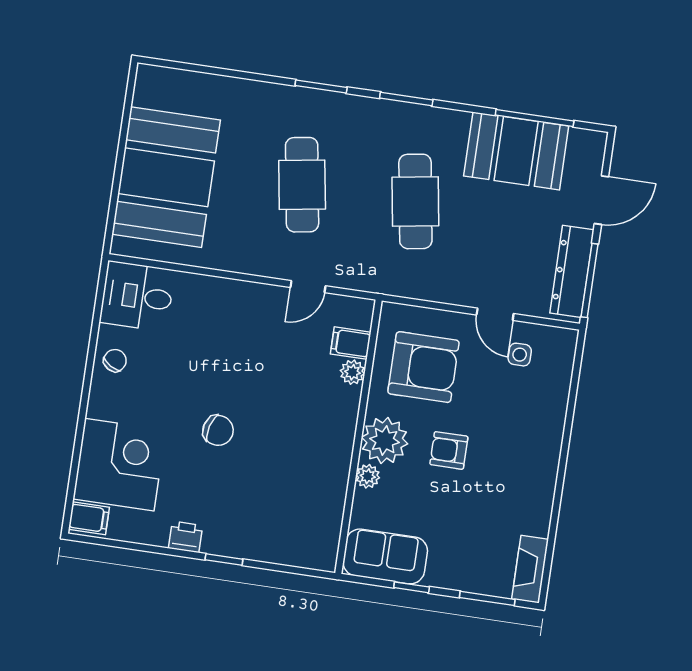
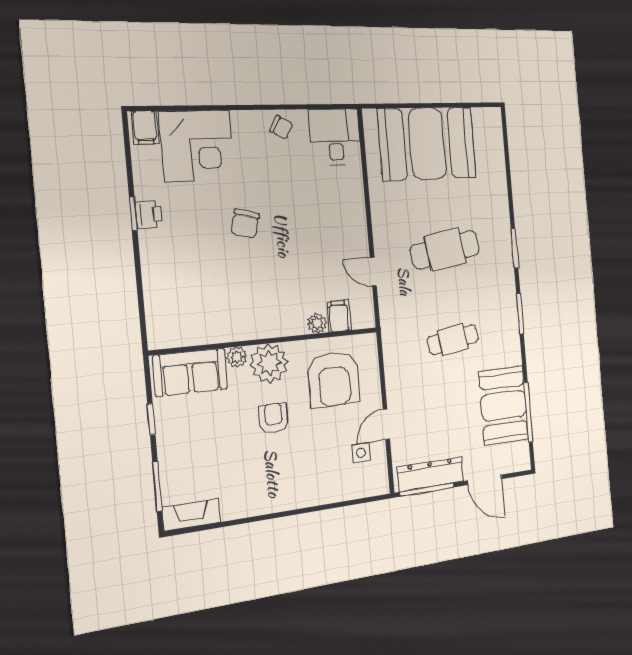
cafe table: (415, 201) -> (453, 340), width x0.73, depth x0.74
sofa: (385, 556) -> (190, 372), moved, turned 90
window: (224, 560) -> (133, 214), moved

